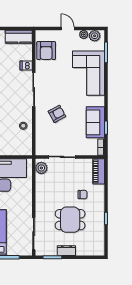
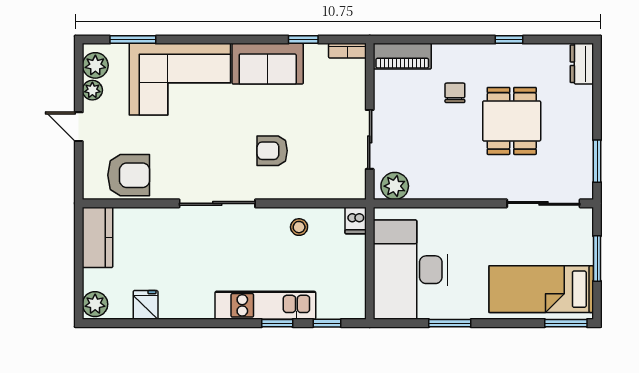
door: (68, 28) -> (79, 127), hinge flipped
dishwasher: (26, 66) -> (356, 220), moved
armchair: (57, 114) -> (272, 151), turned -61
sofa: (95, 122) -> (268, 64), moved
dresser: (66, 251) -> (582, 64), moved

